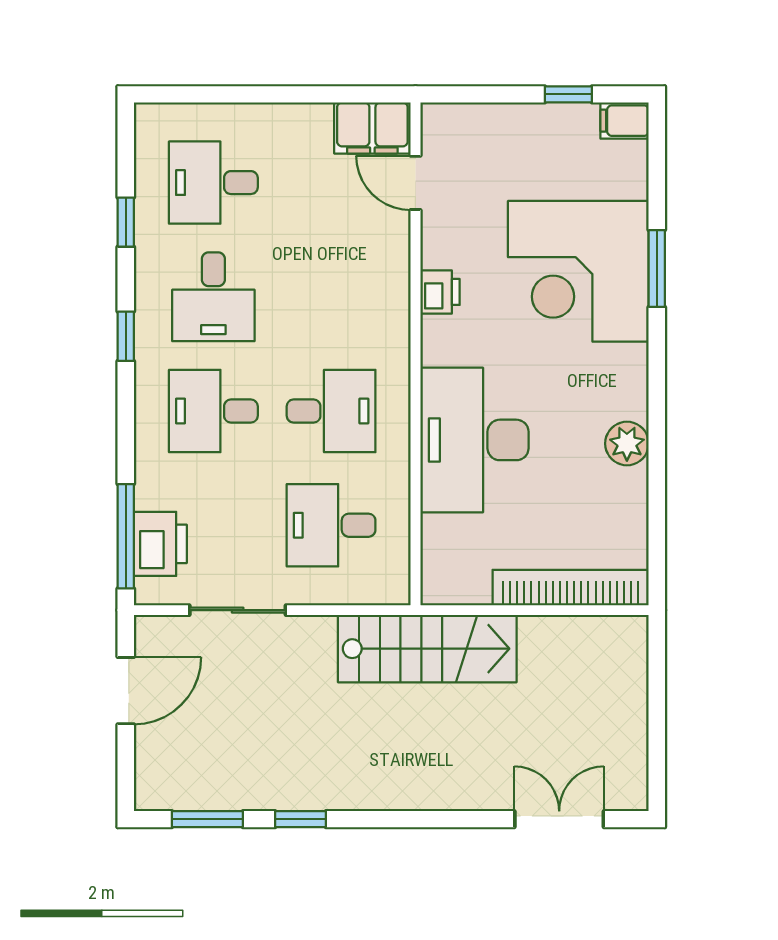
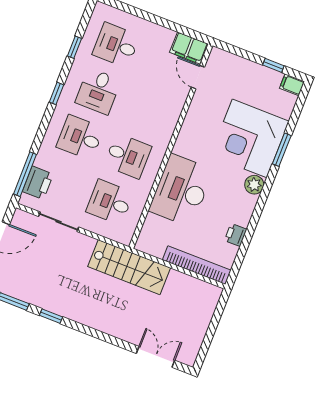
printer: (440, 292) -> (236, 235), moved, turned 180
plant: (627, 444) -> (254, 185), moved

